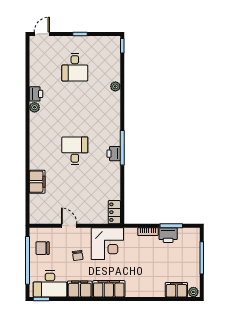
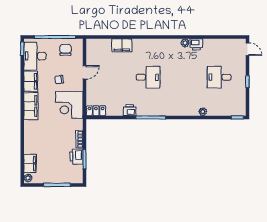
printer: (114, 154) -> (130, 110), moved

